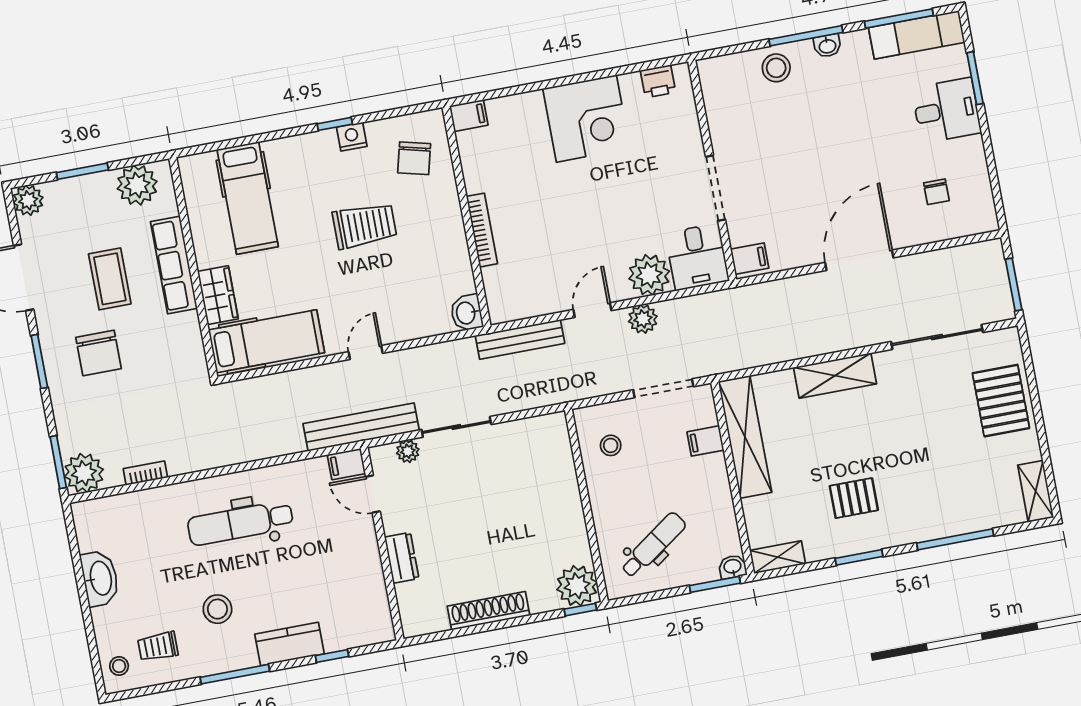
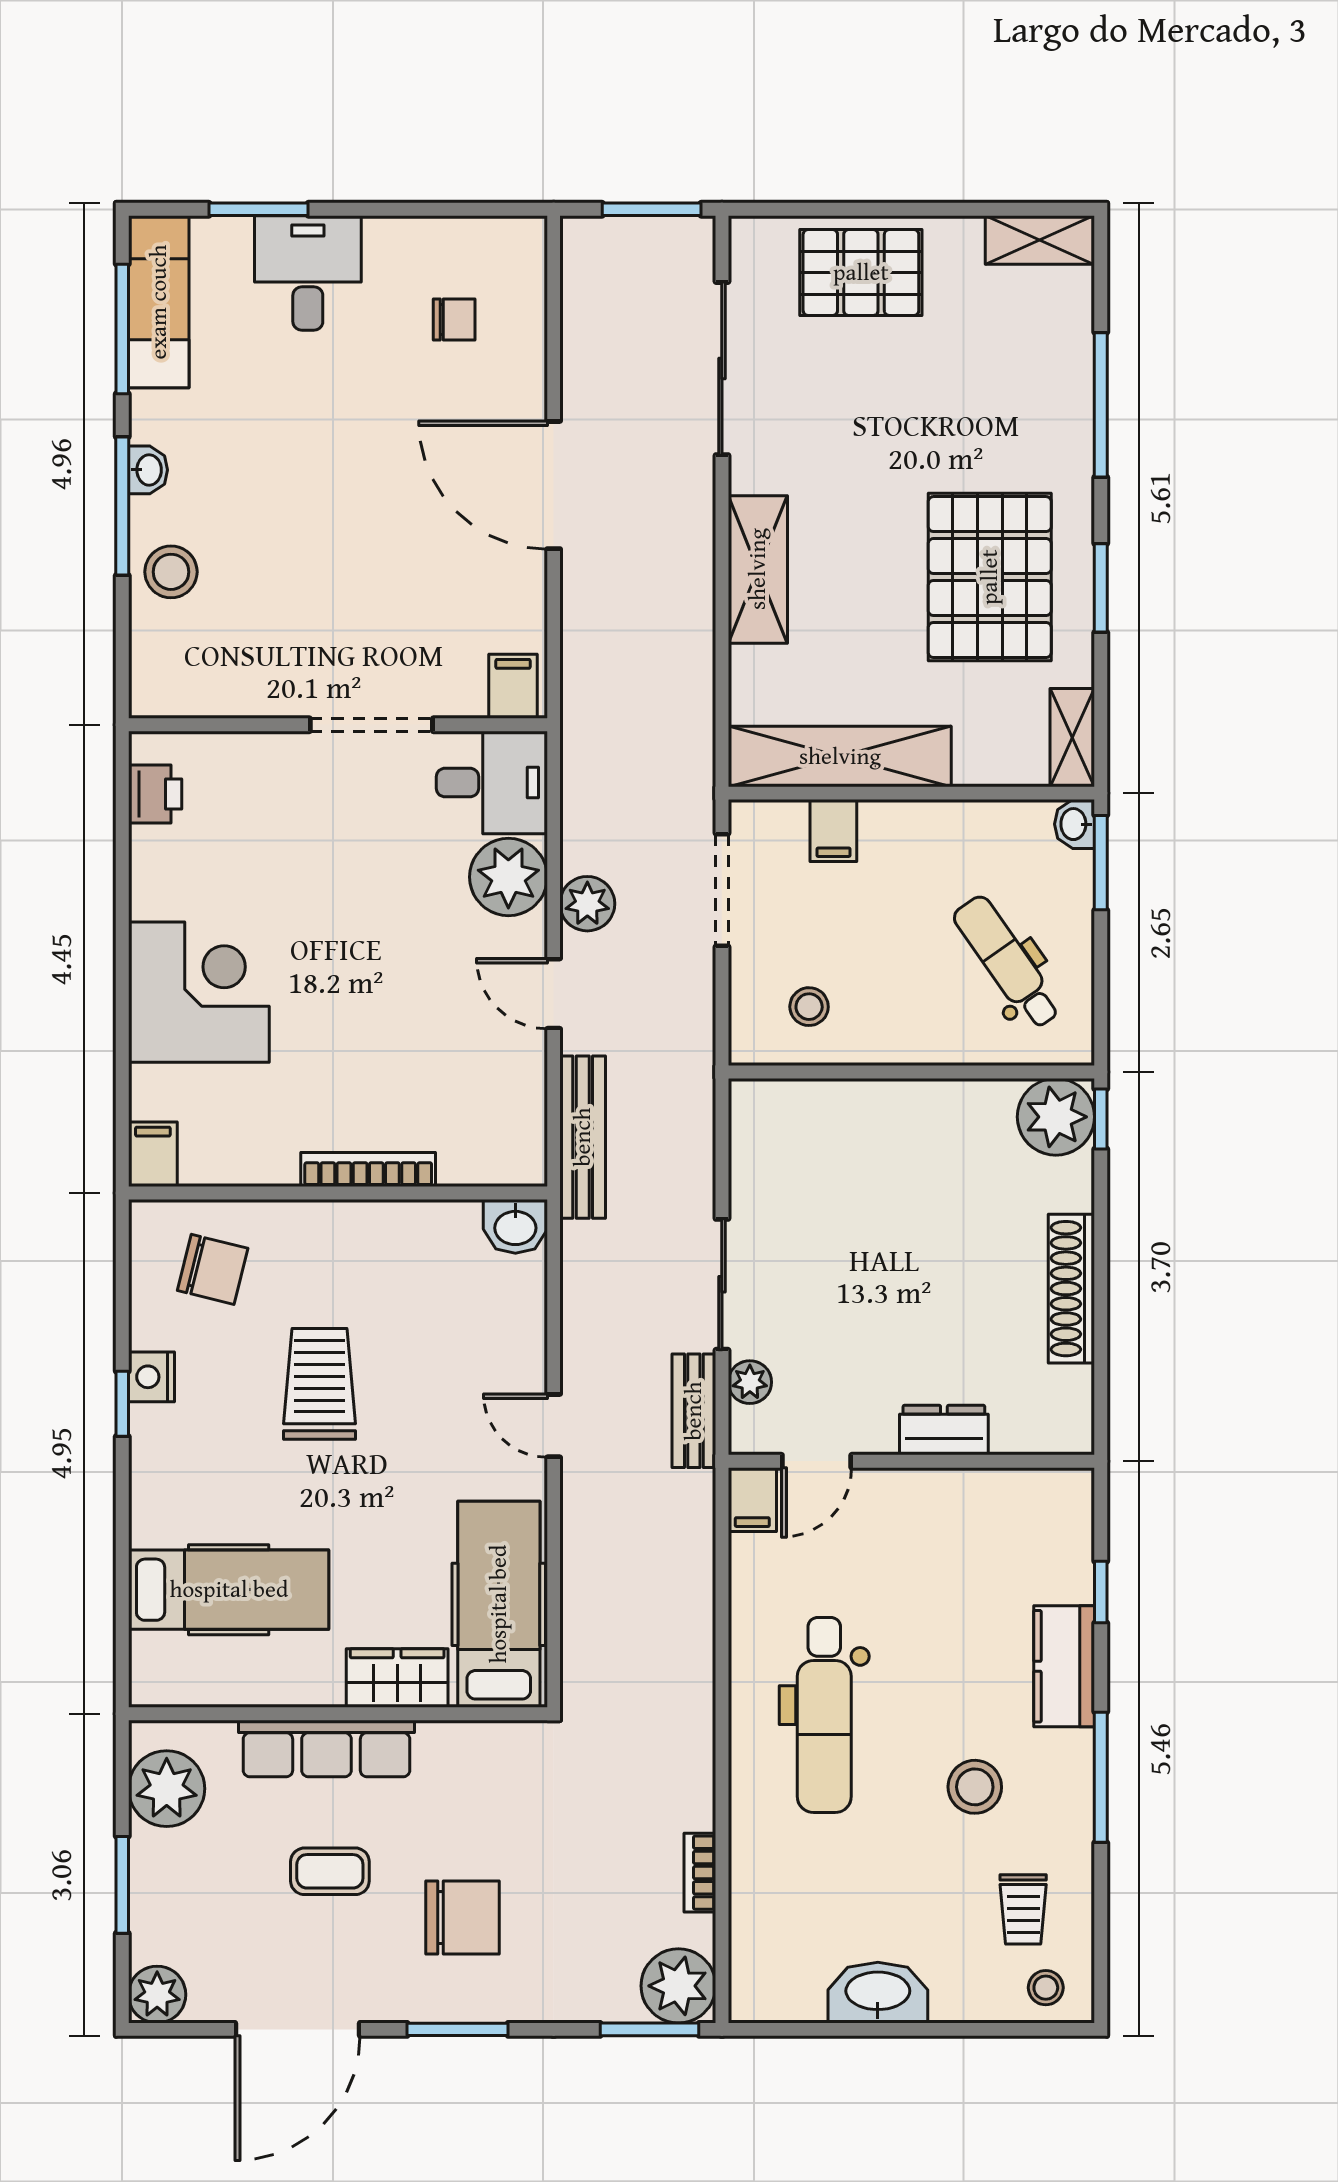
corner desk: (586, 118) -> (199, 992), moved
coffee table: (110, 279) -> (330, 1871), width x0.73, depth x0.77
bench: (361, 427) -> (694, 1411), width x0.54, depth x0.82
pallet: (854, 498) -> (990, 577), width x2.05, depth x2.00

